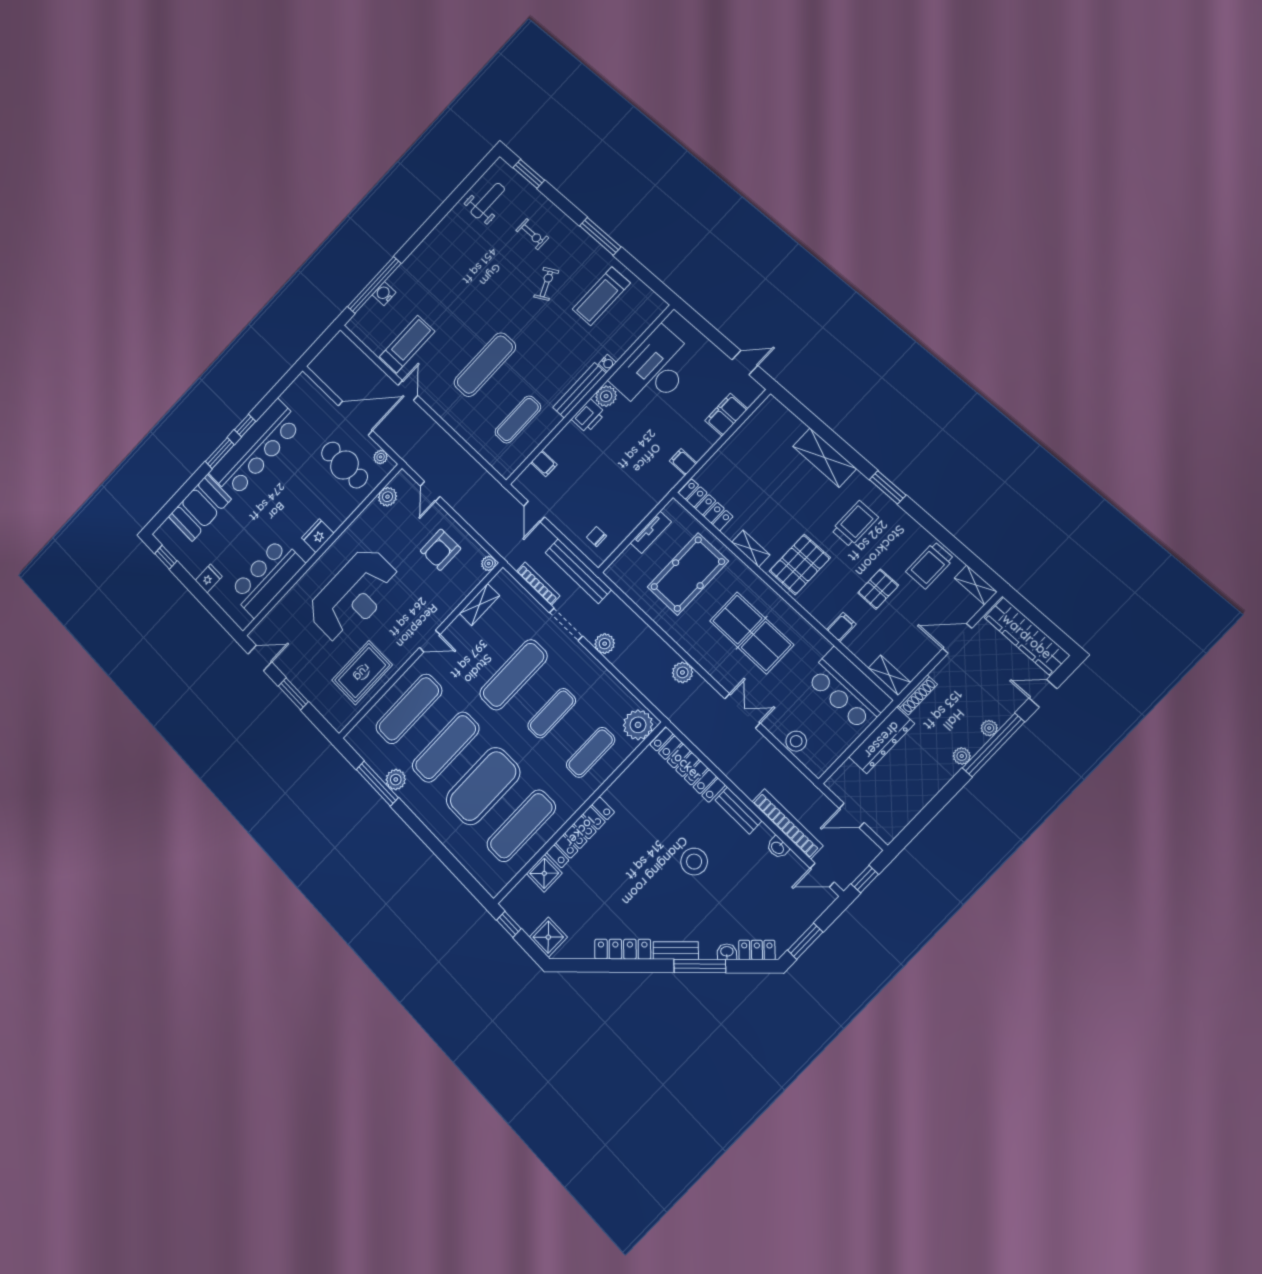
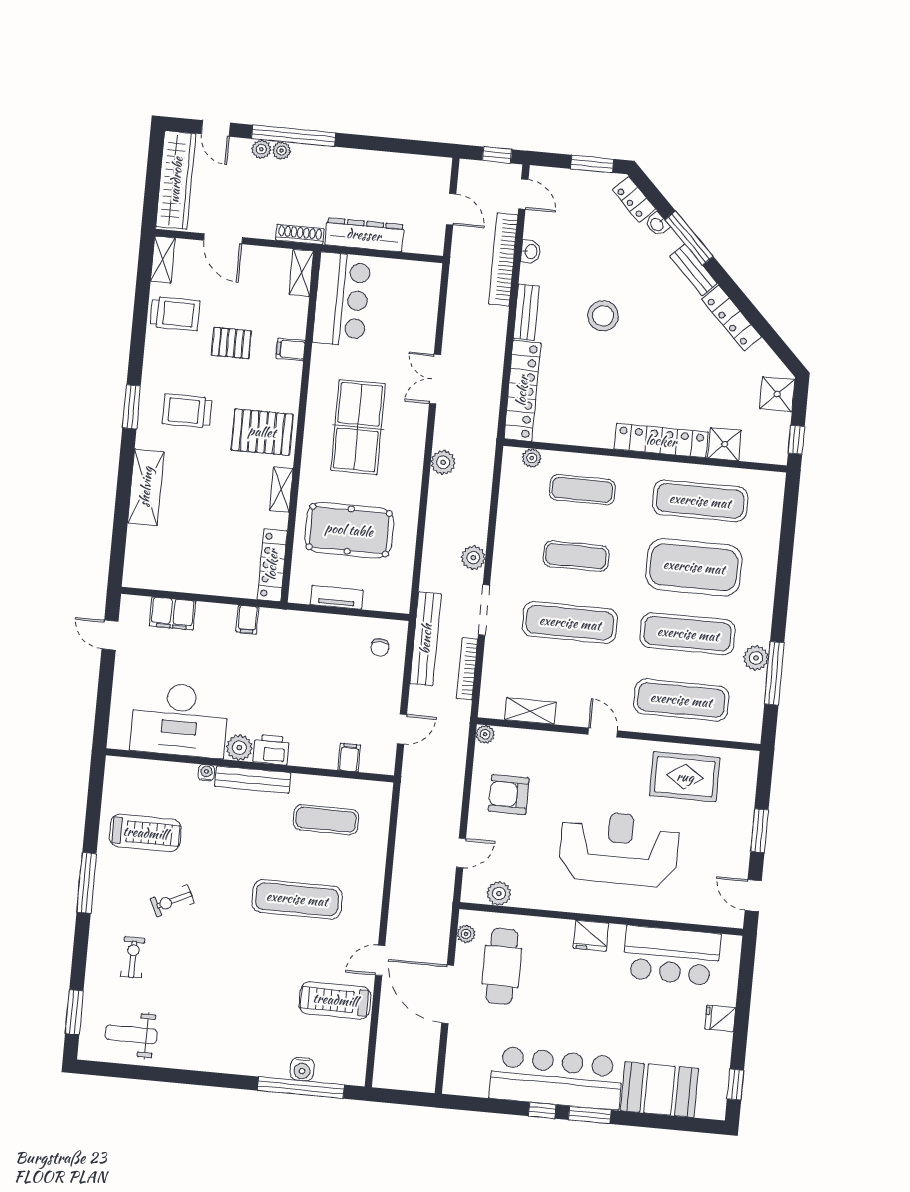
armchair: (441, 550) -> (509, 795), turned 180
plant: (638, 725) -> (532, 458), width x0.53, depth x0.53
stool: (796, 741) -> (424, 309), removed
plant: (962, 756) -> (261, 149), moved

